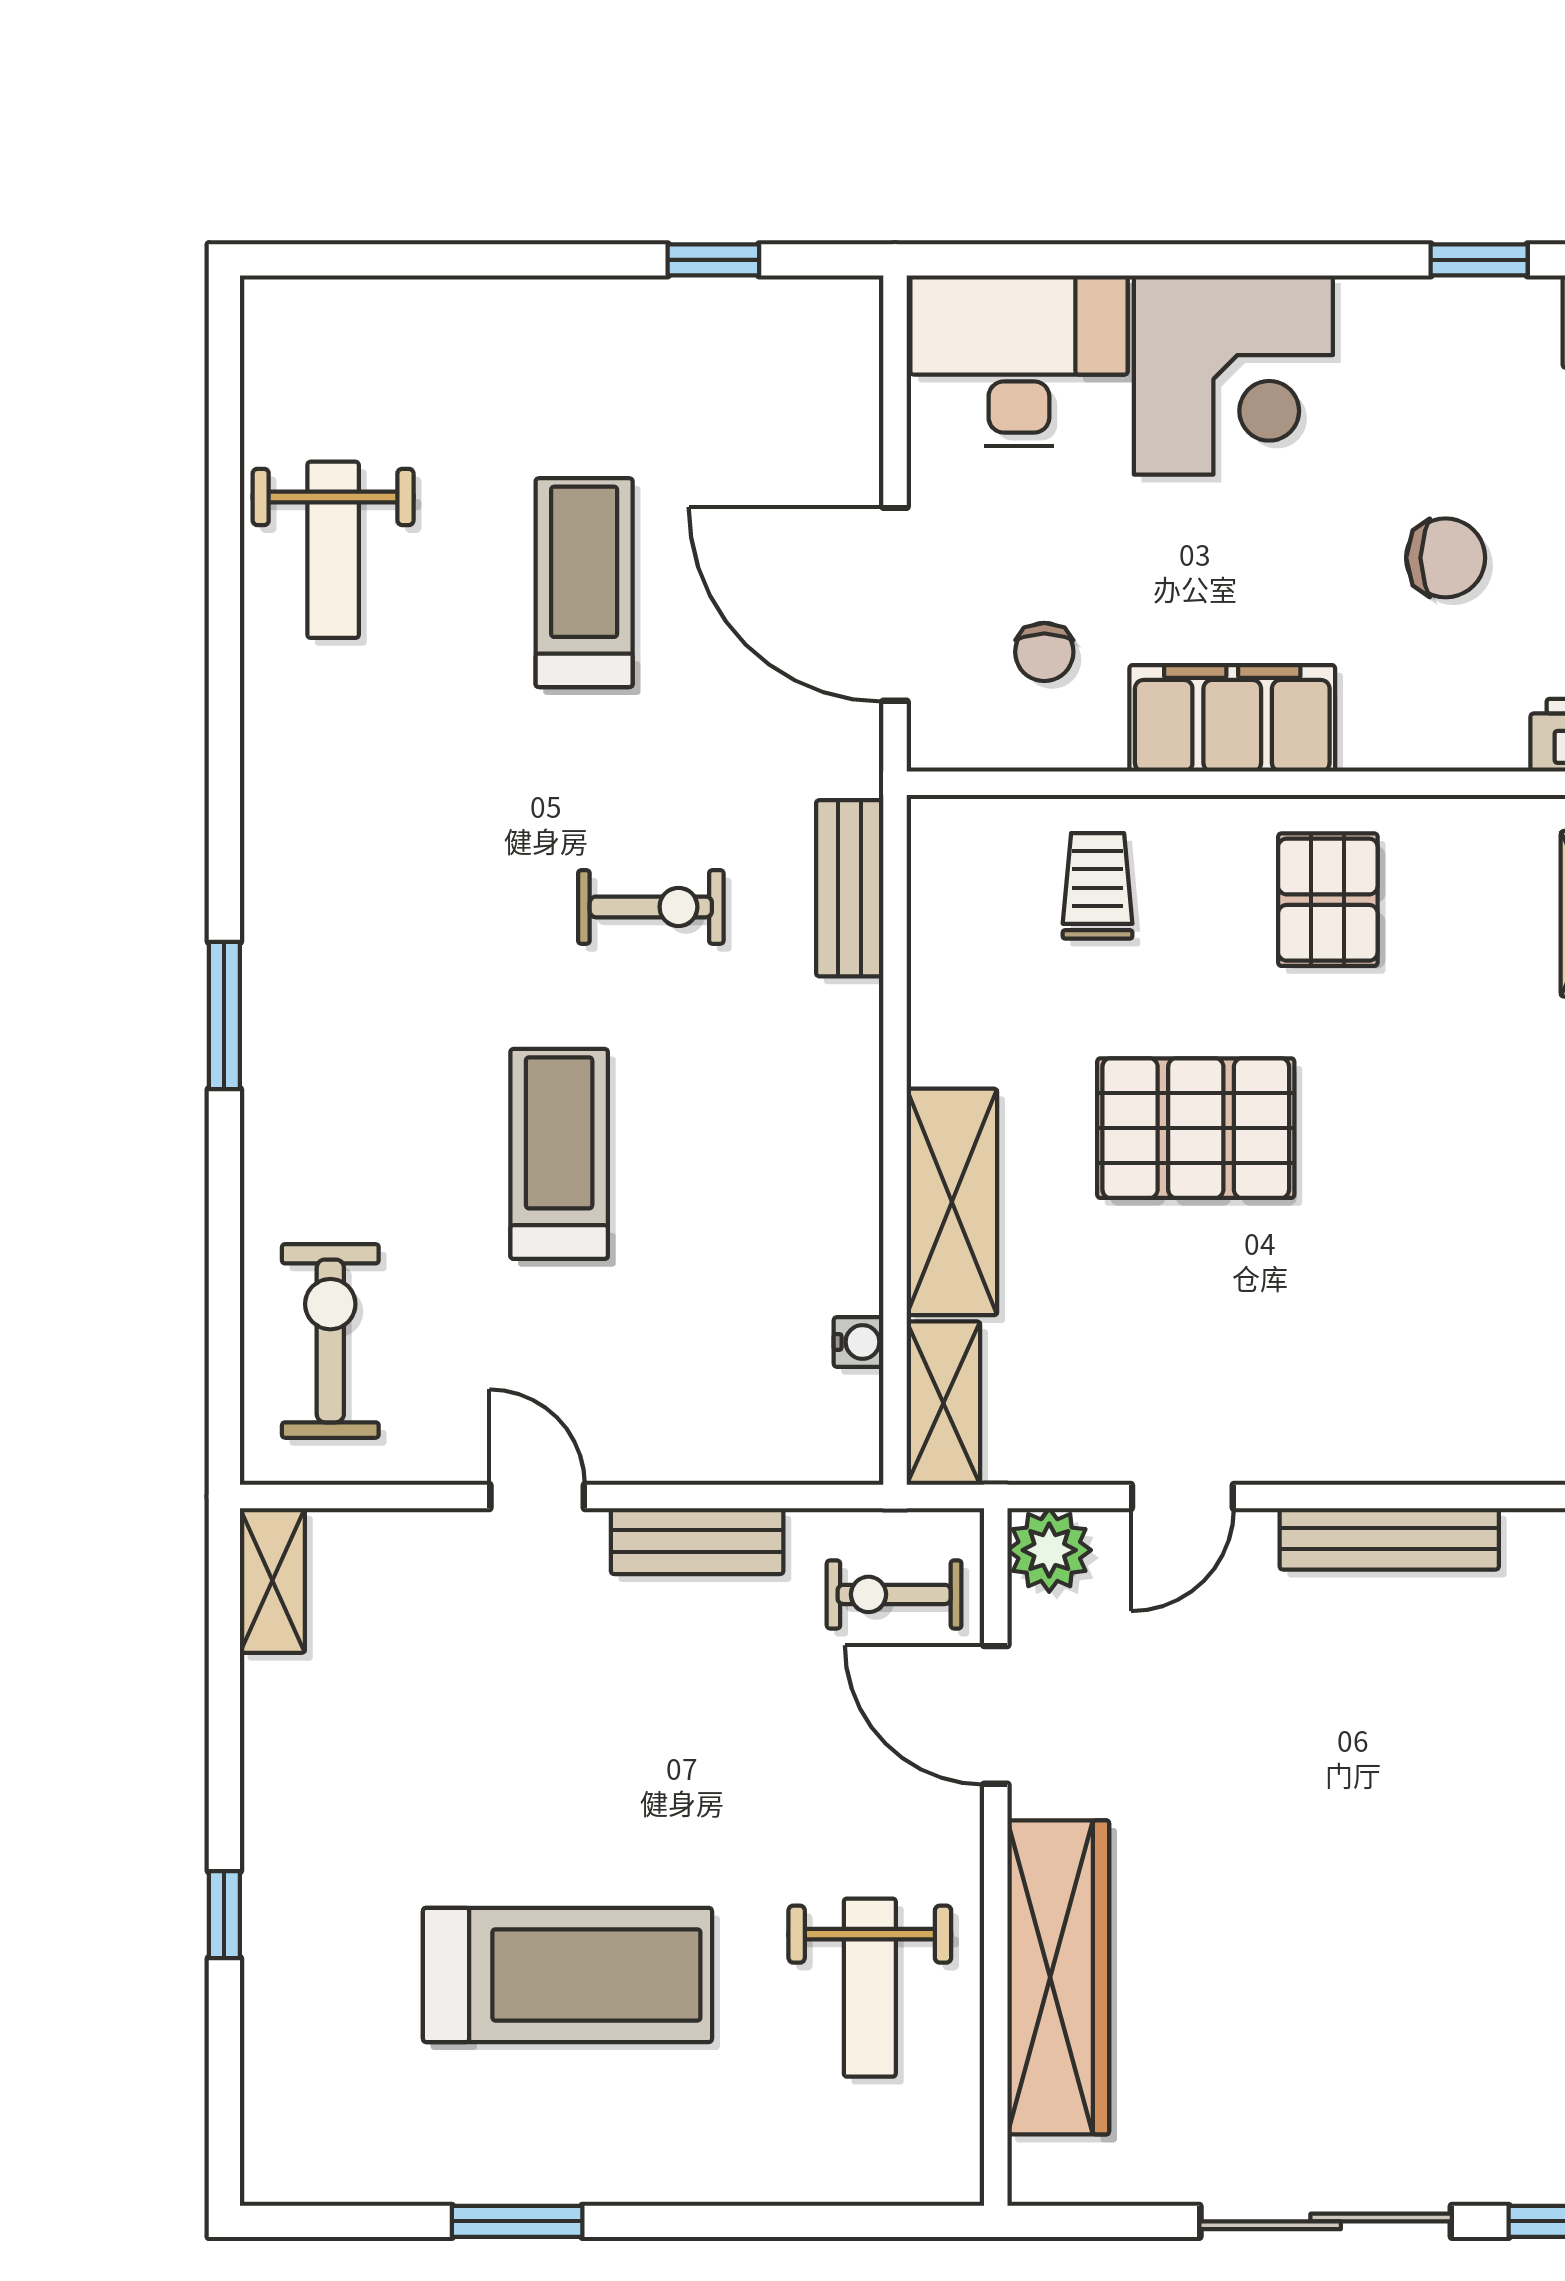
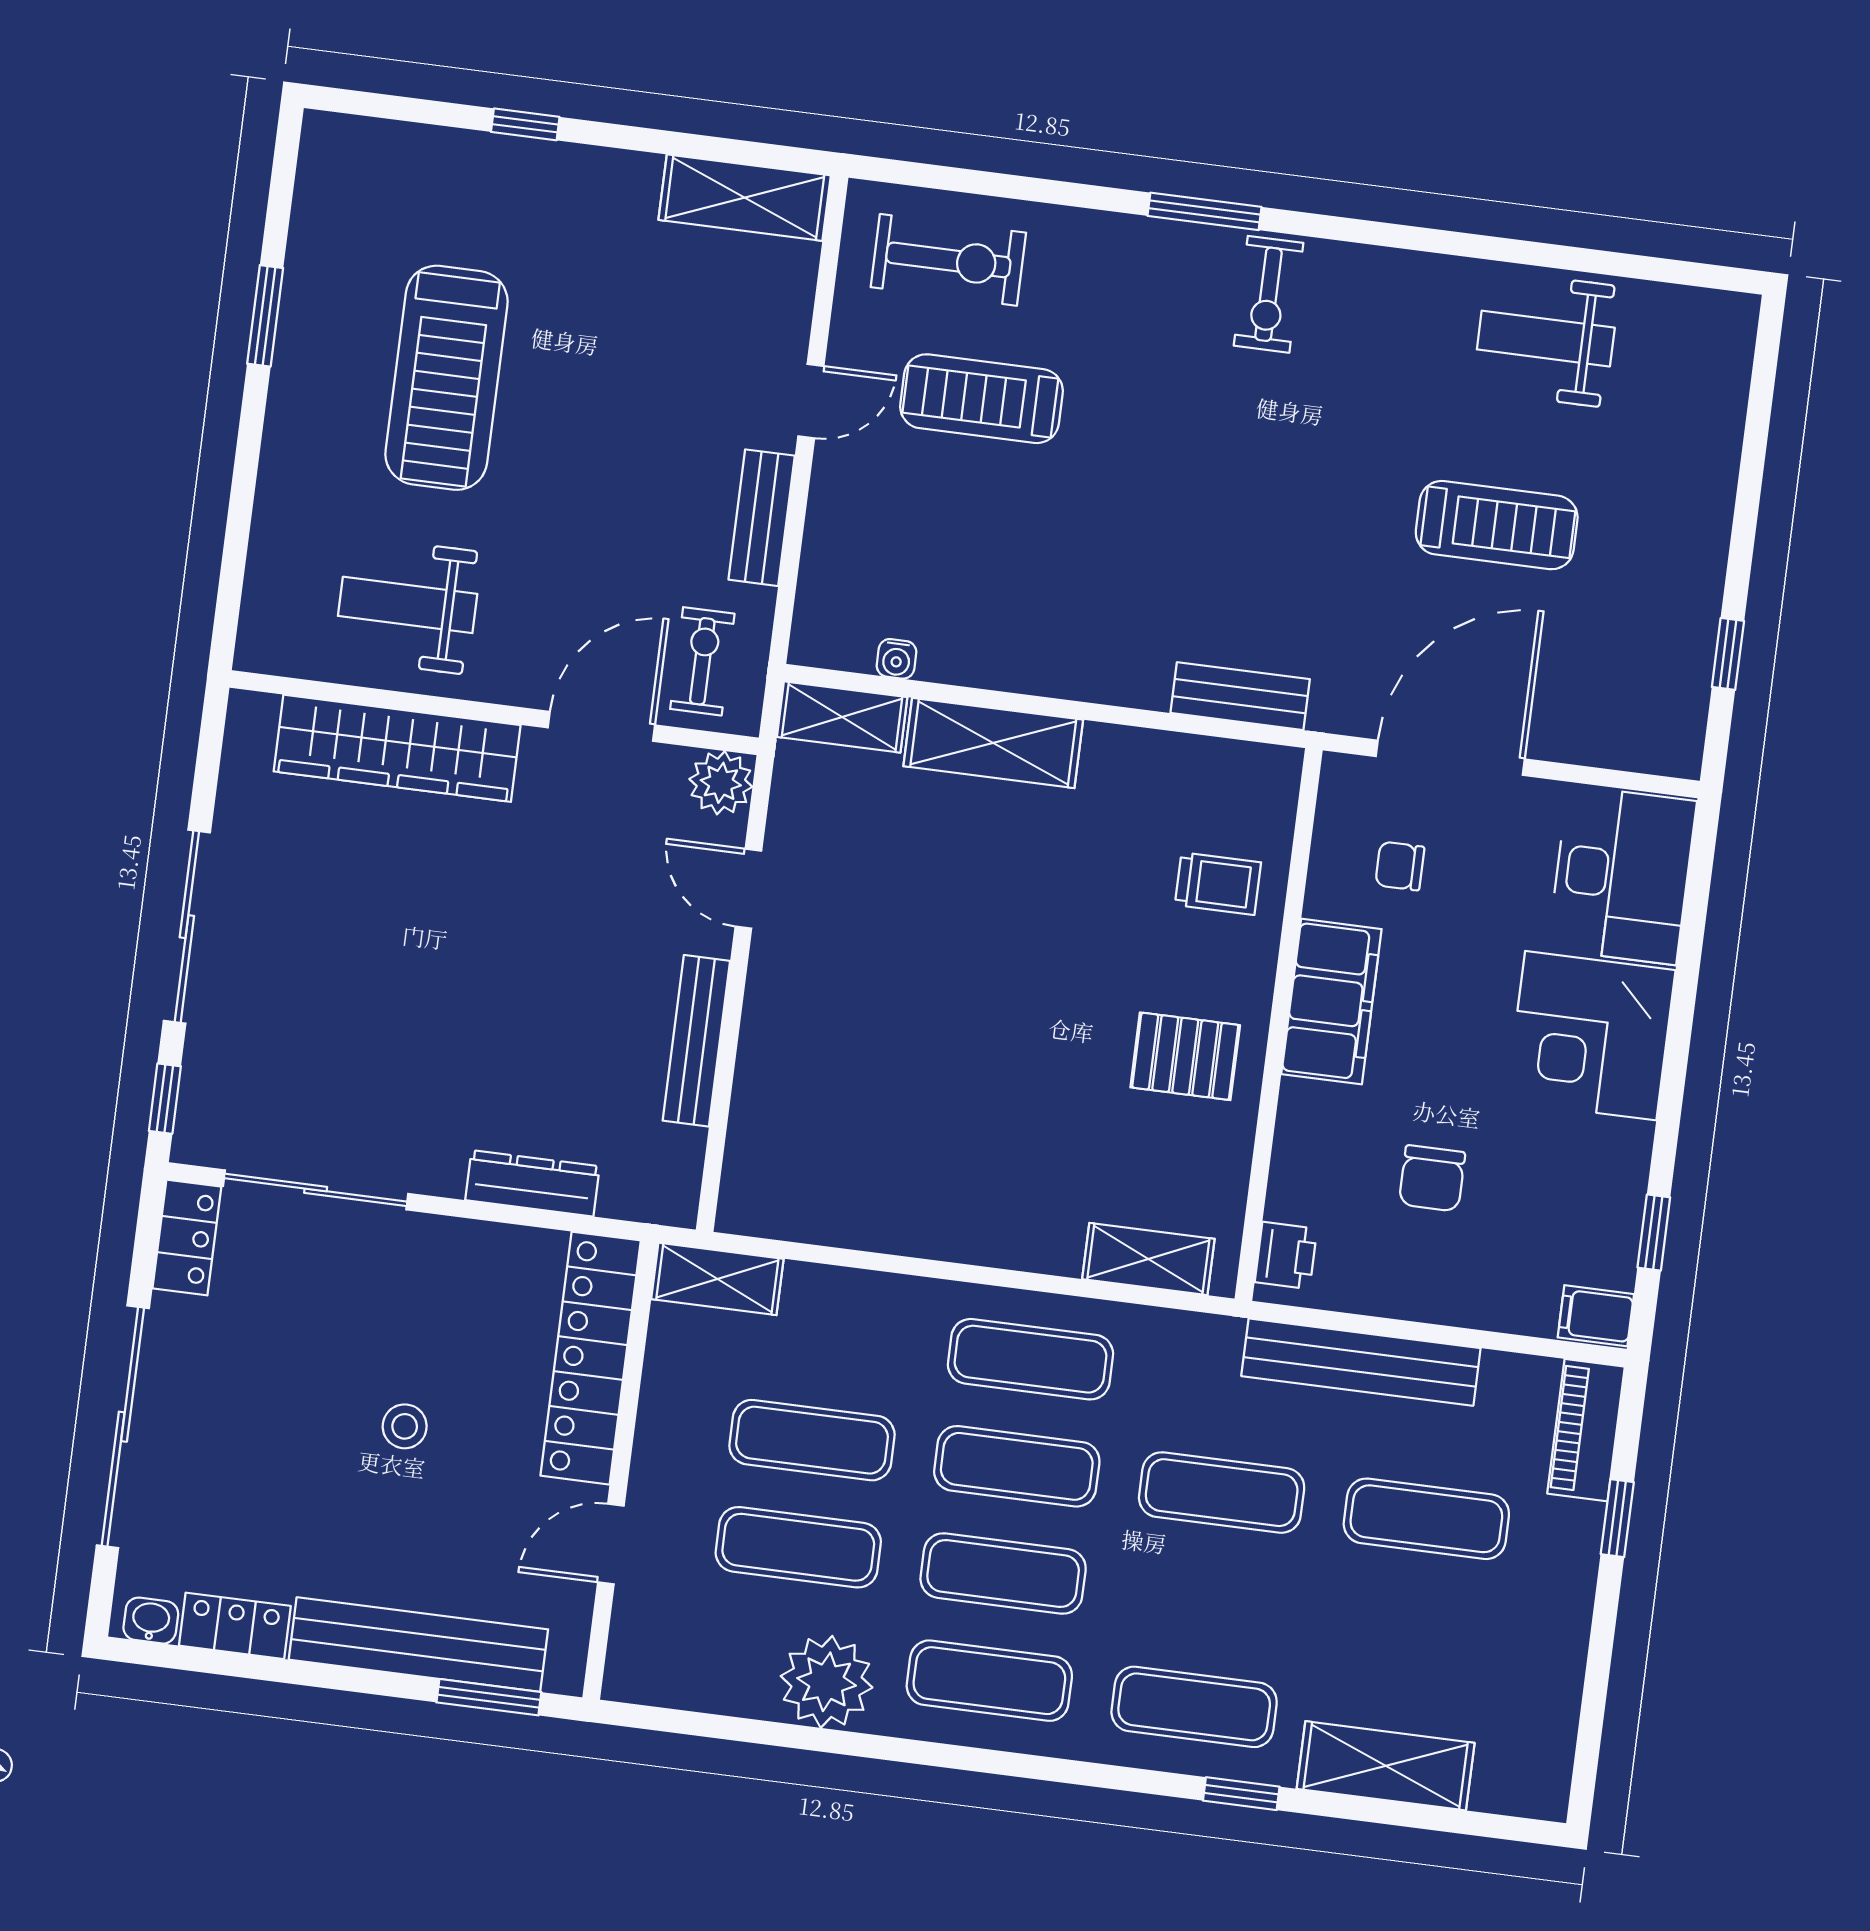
exercise bike: (651, 907) -> (1269, 294), moved
pallet: (1196, 1128) -> (1025, 934), removed
treadmill: (559, 1154) -> (982, 399), moved, turned 180
shelving: (272, 1580) -> (745, 198), width x1.50, depth x1.33

